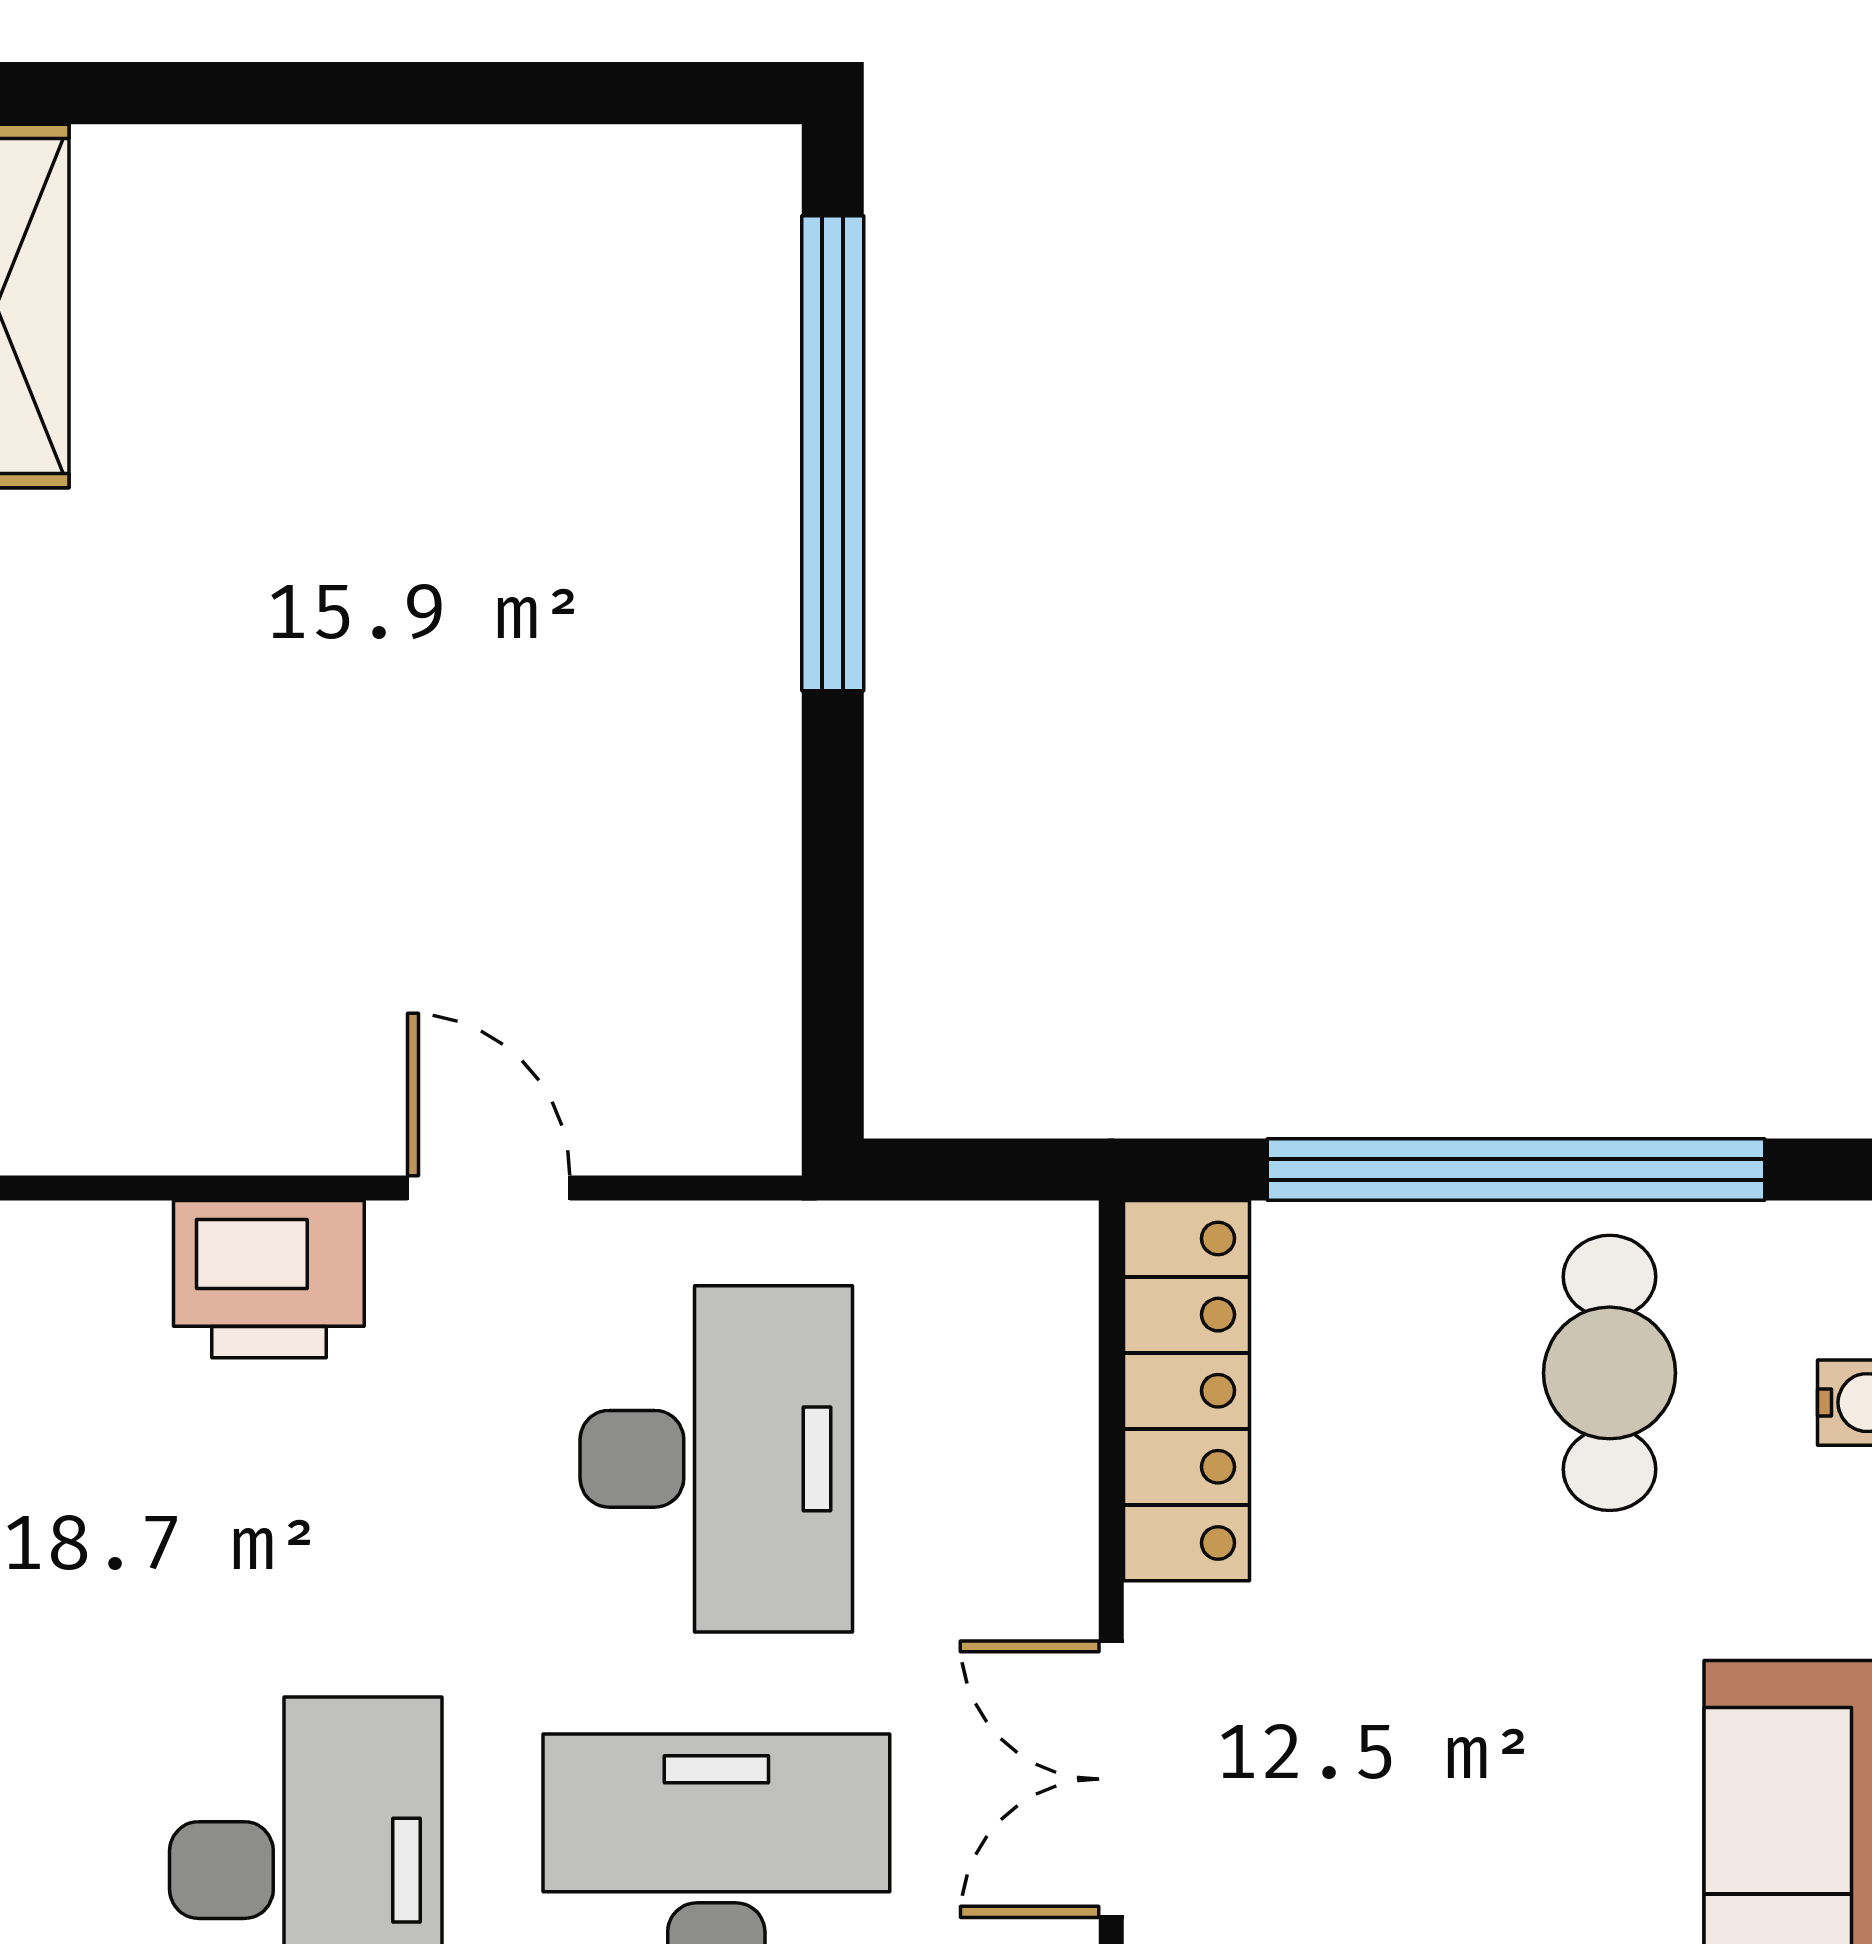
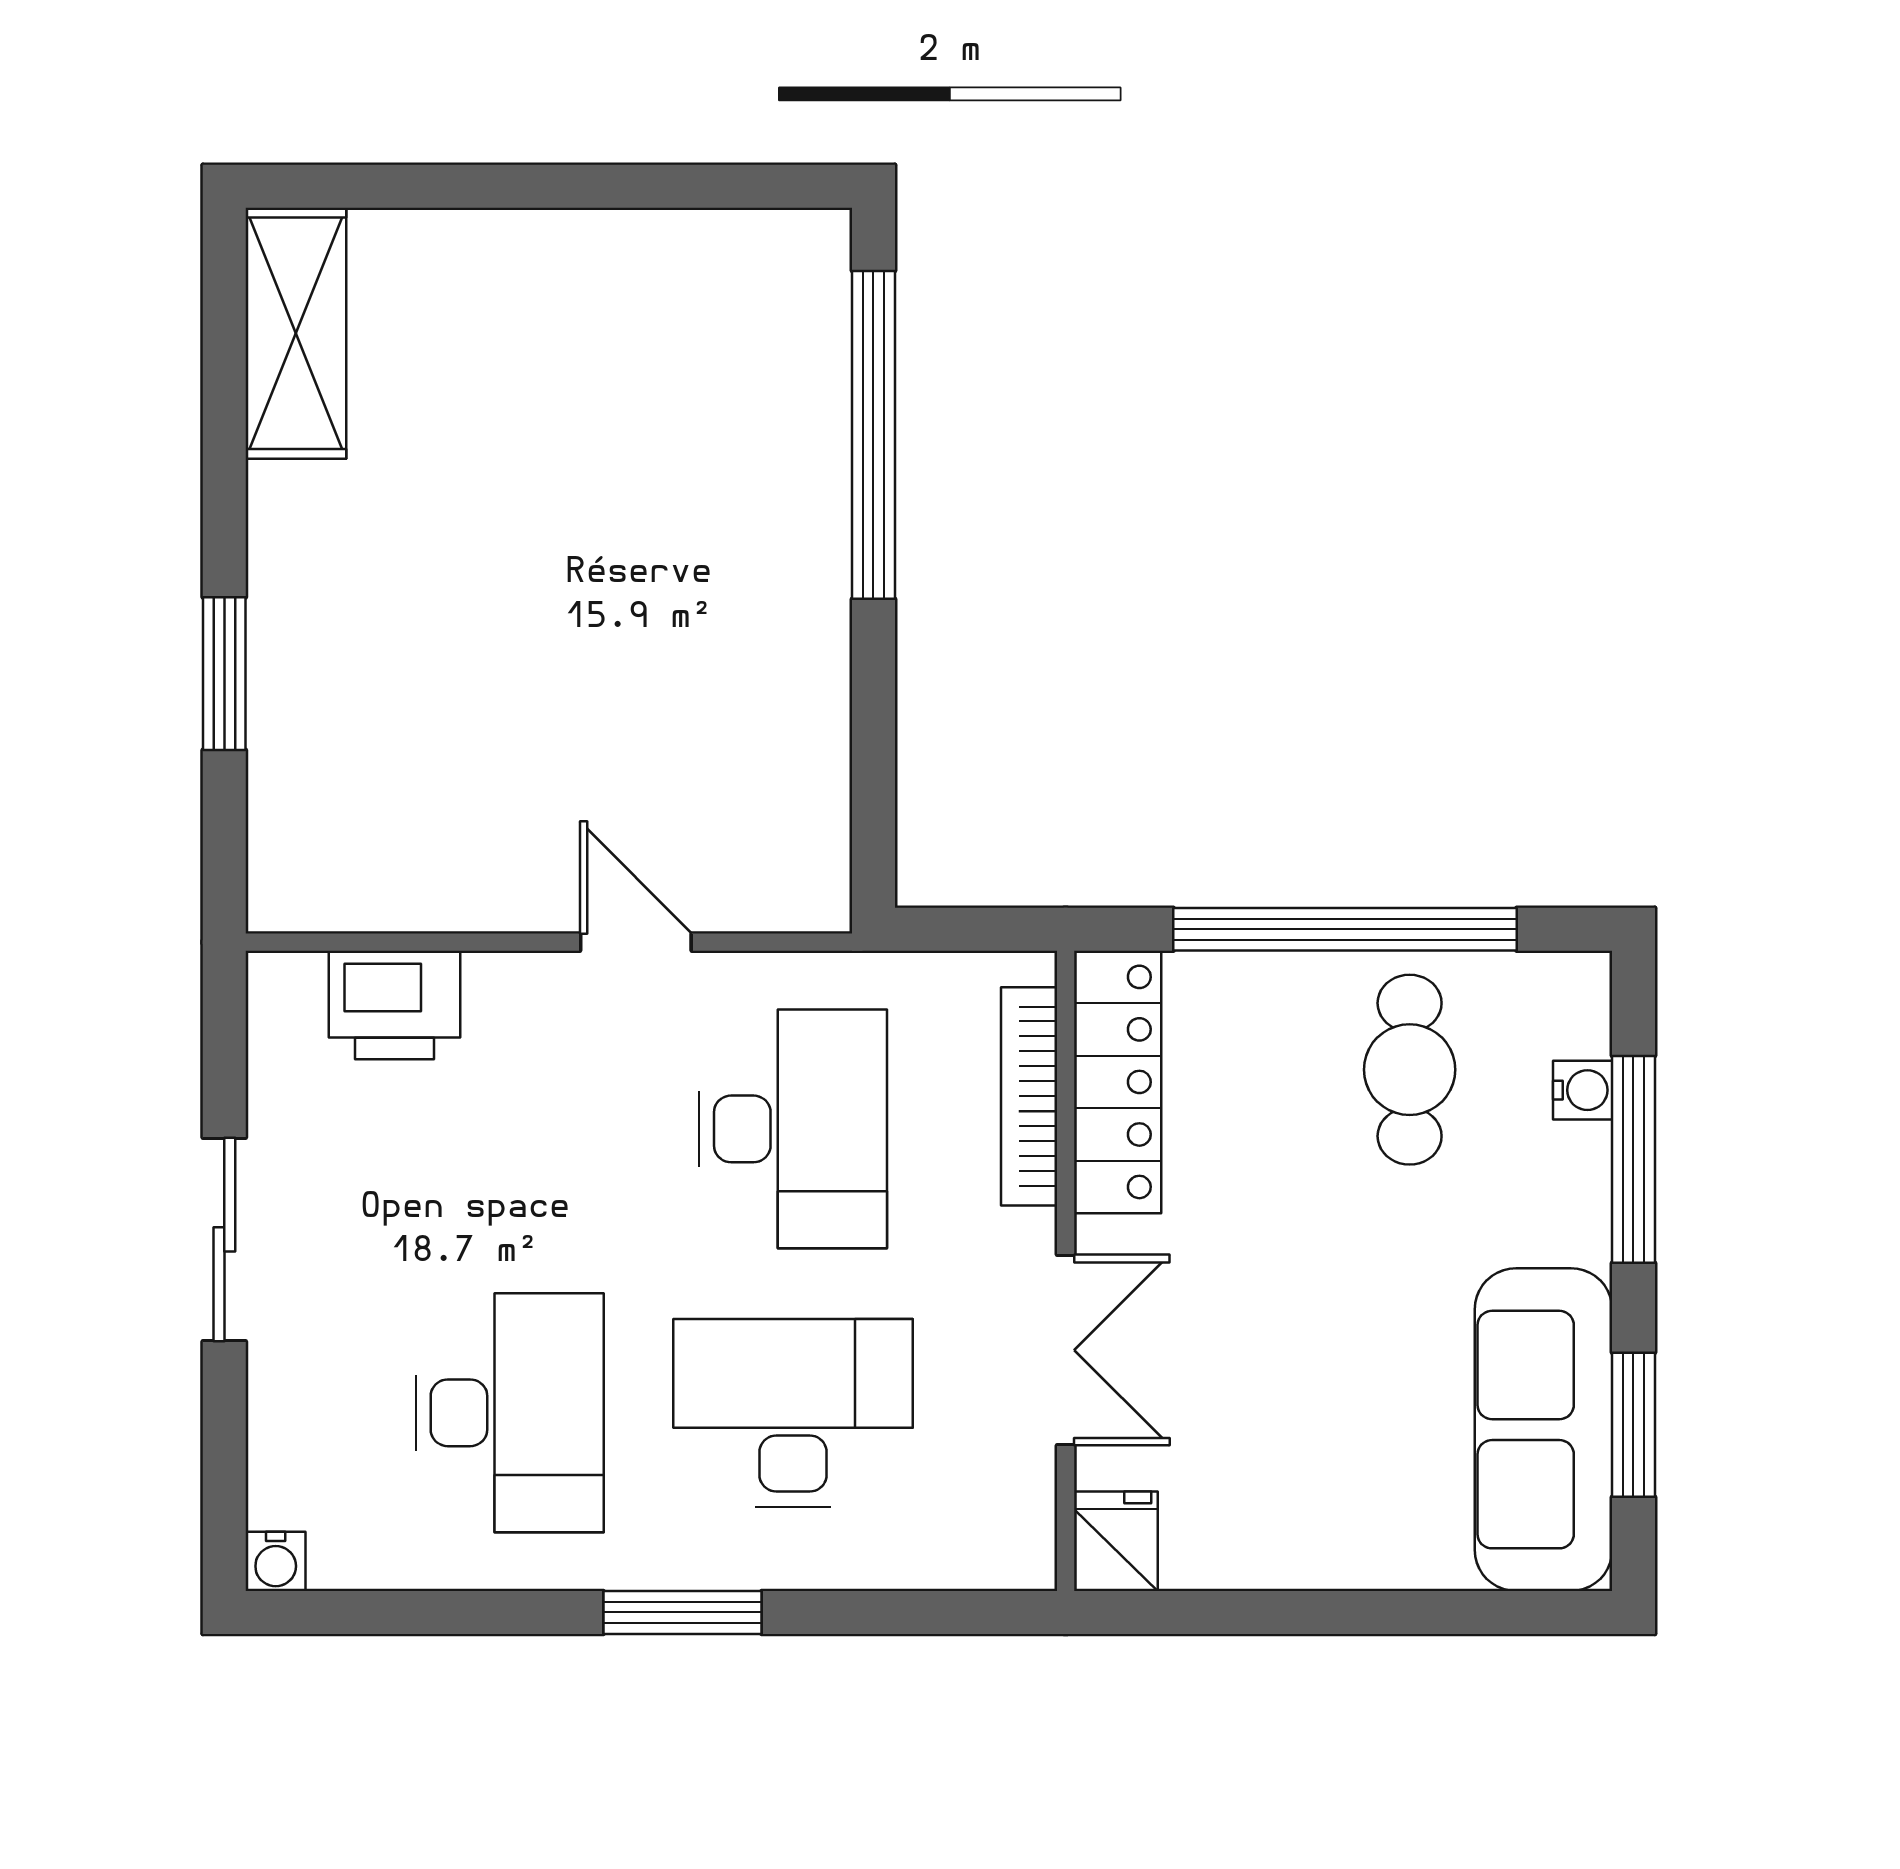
printer: (269, 1279) -> (394, 1005), moved
bookcase: (1058, 1412) -> (1029, 1096), added
double door: (1111, 1779) -> (1066, 1350), swing flipped

